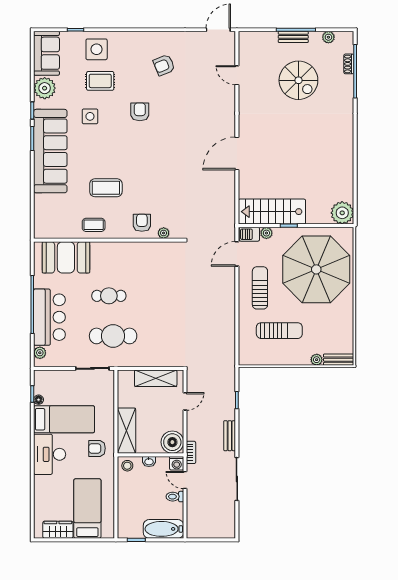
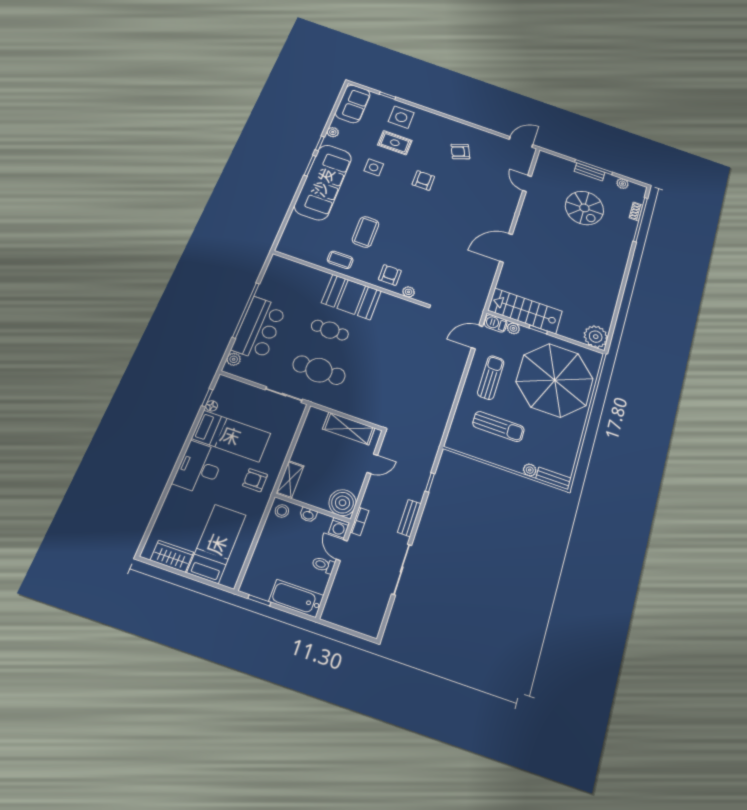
plant: (45, 88) -> (333, 132), width x0.53, depth x0.53
coffee table: (106, 188) -> (366, 232), turned 90
booth: (66, 257) -> (351, 297), moved
shelving: (126, 431) -> (290, 480), width x0.67, depth x0.75

